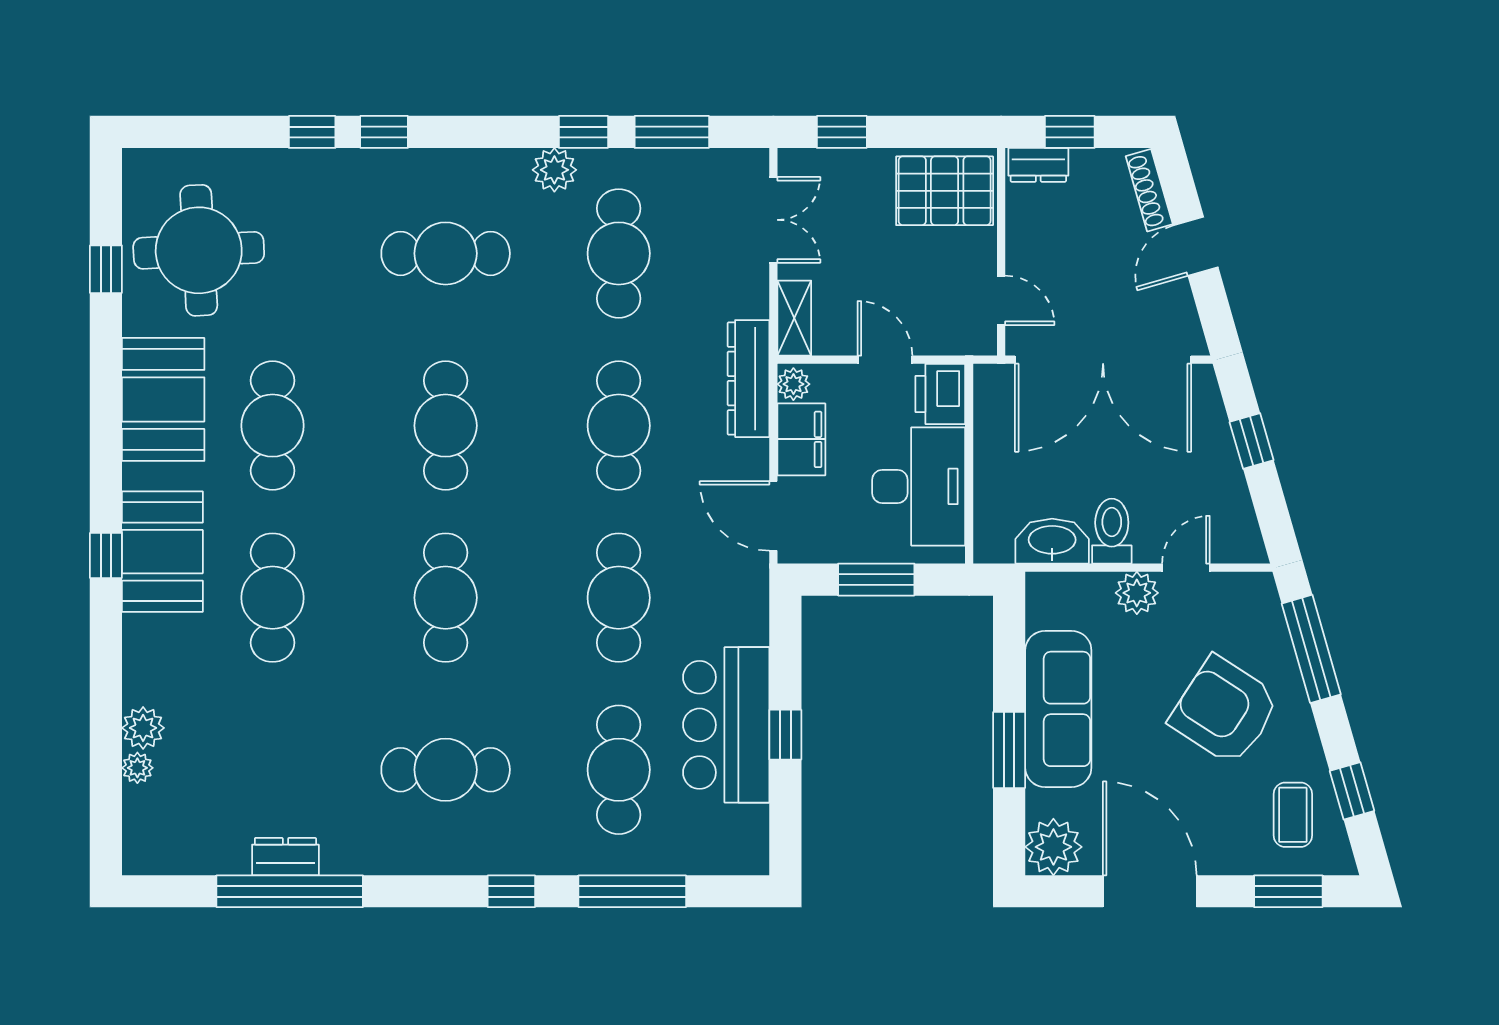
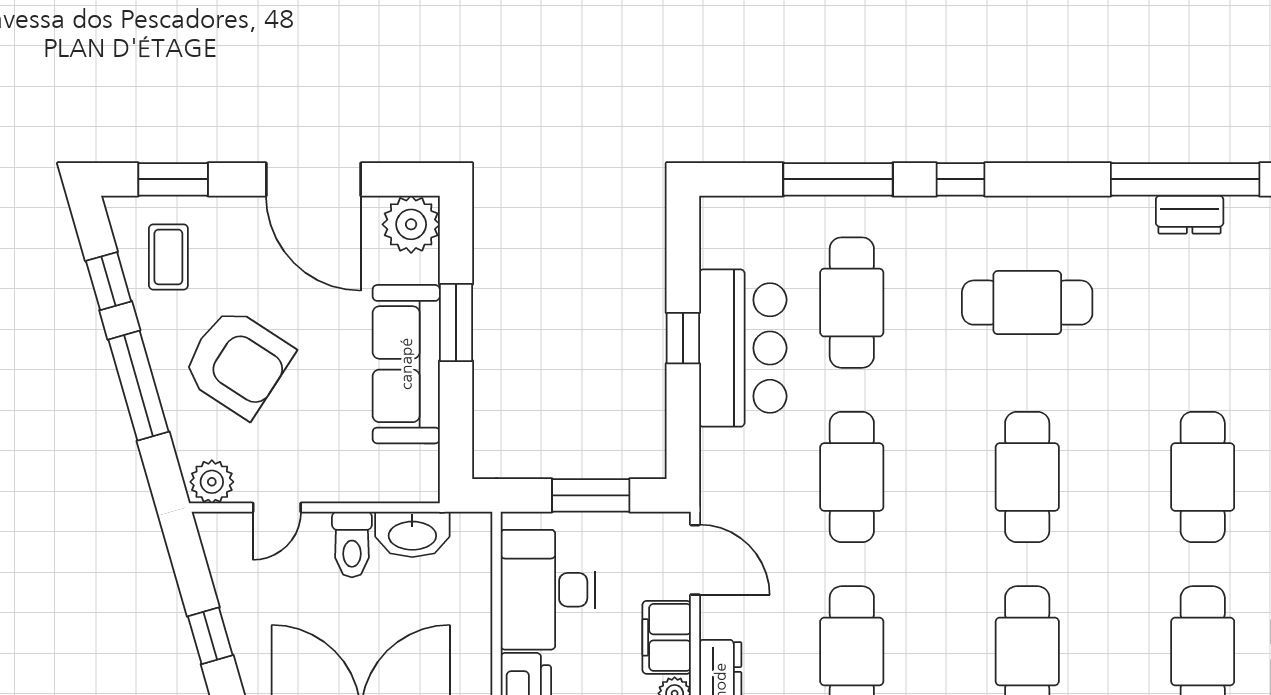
plant: (1137, 593) -> (212, 482), moved
window: (1311, 649) -> (138, 386), moved

